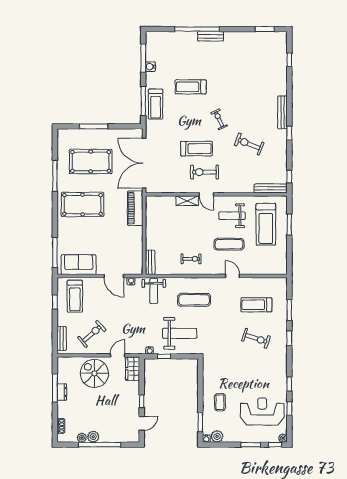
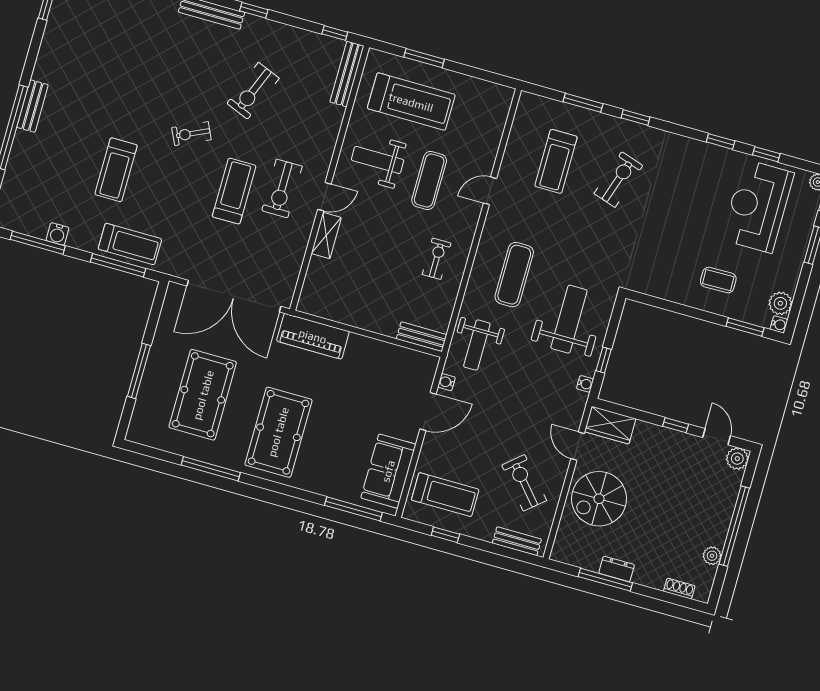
weight bench: (232, 216) -> (378, 160), turned 90
weight bench: (154, 291) -> (477, 345), turned 90
plant: (93, 437) -> (737, 459), moved

